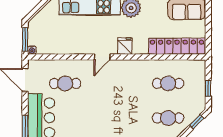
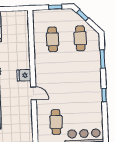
locker: (177, 46) -> (22, 33), removed

